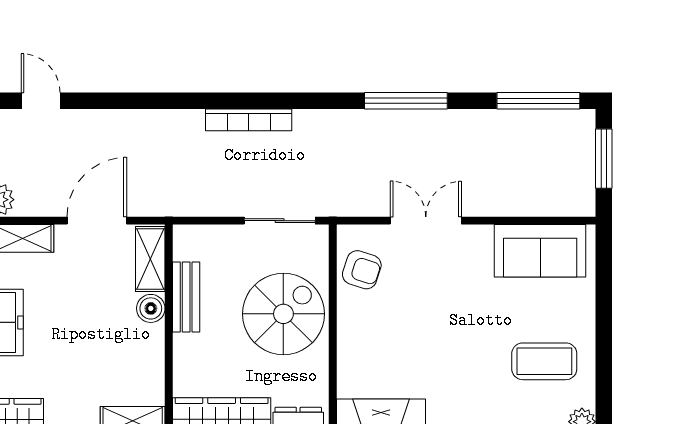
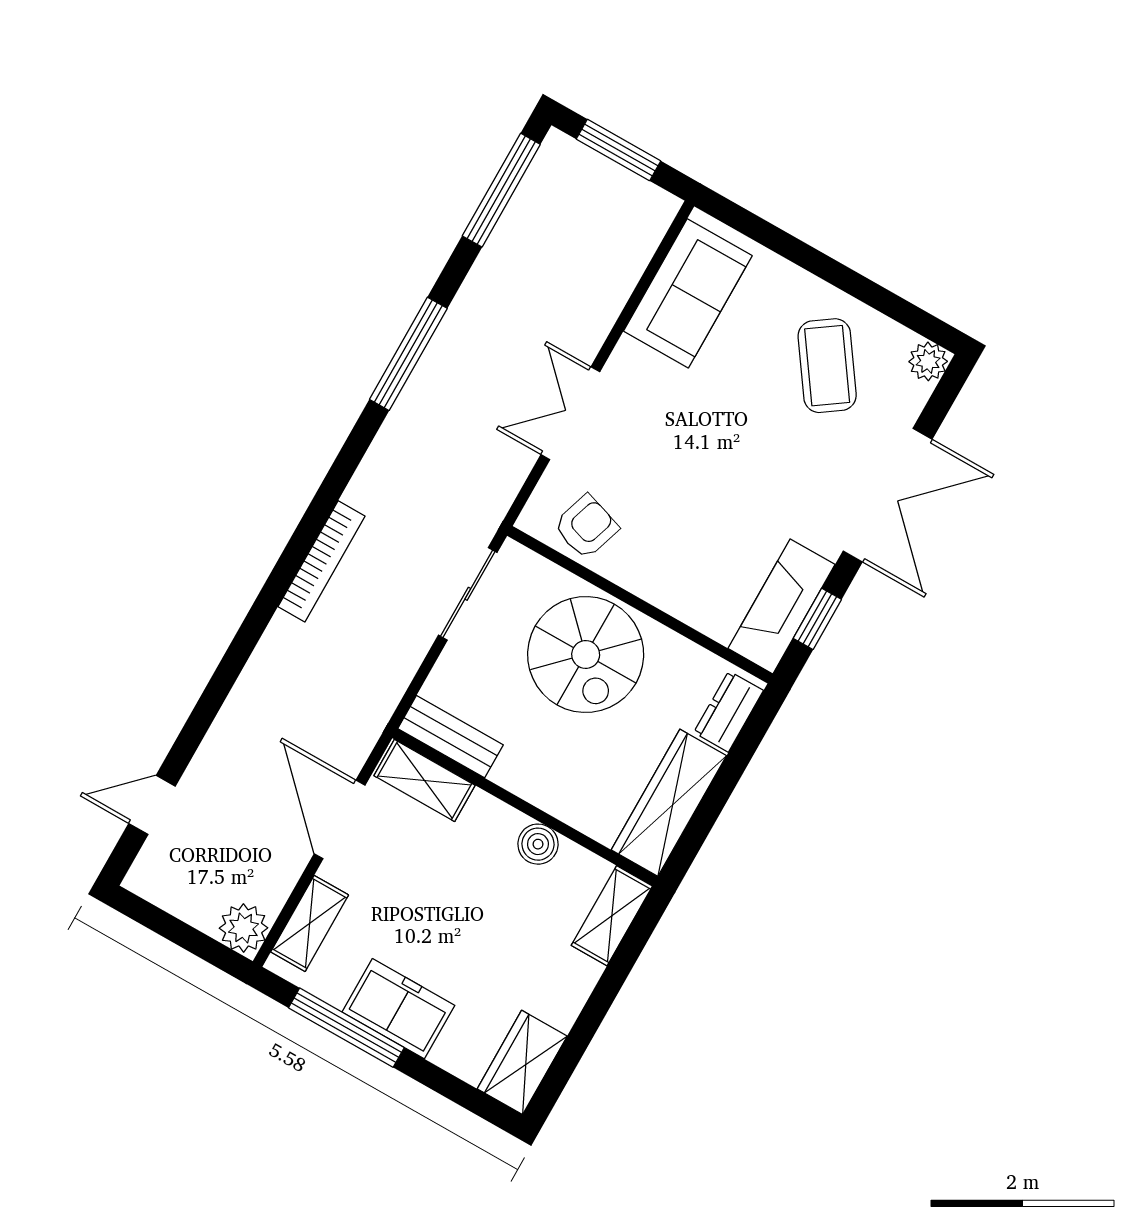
bench: (186, 297) -> (450, 737), moved
boiler: (151, 308) -> (538, 844), moved
spiral stairs: (283, 314) -> (586, 654), turned 180
coffee table: (544, 361) -> (827, 366), turned -35

